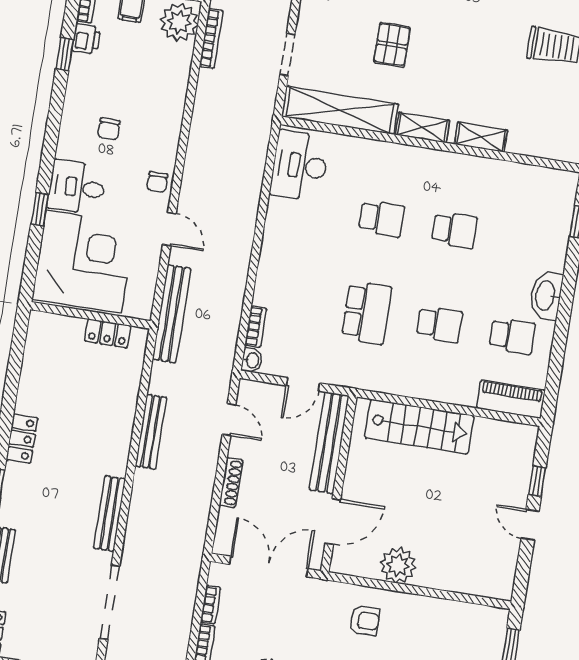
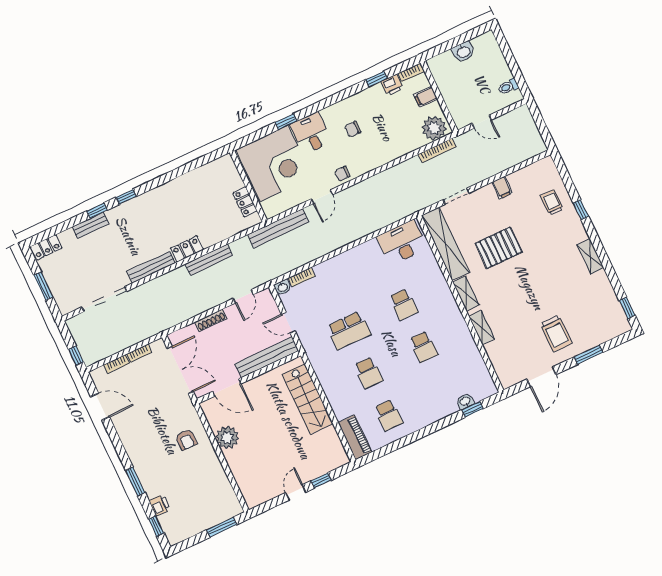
pallet: (392, 45) -> (499, 248), width x1.50, depth x1.42
washbasin: (546, 296) -> (465, 401), moved, width x0.52, depth x0.69
locker: (22, 439) -> (187, 249), moved, turned 180

